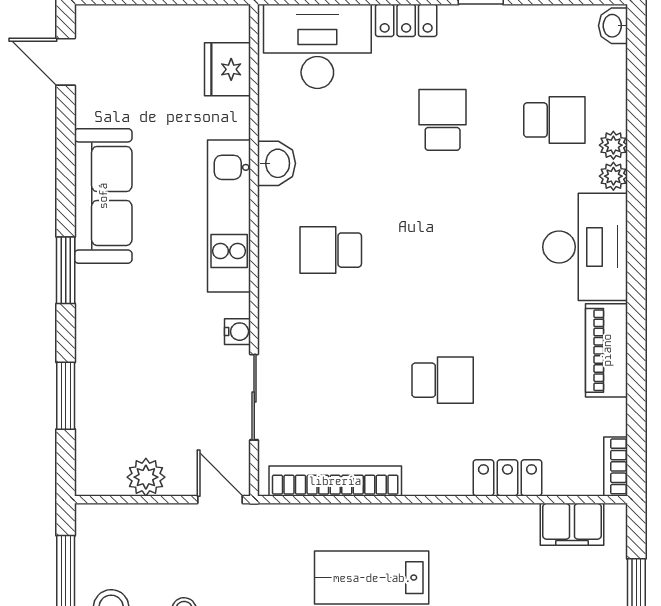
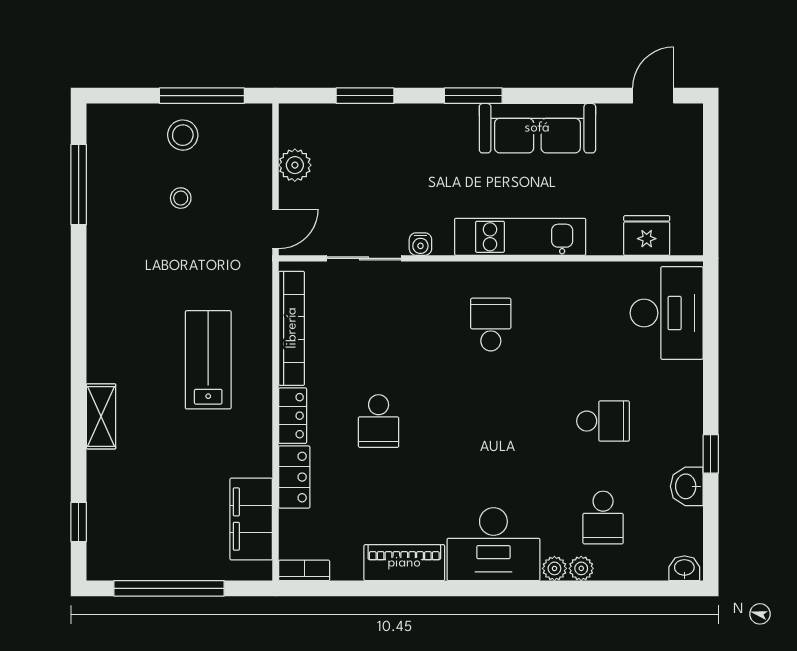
locker: (406, 20) -> (293, 416), moved, turned 180
washbasin: (277, 163) -> (687, 486), moved, turned 90
filing cabinet: (572, 524) -> (251, 519), width x1.50, depth x1.17

